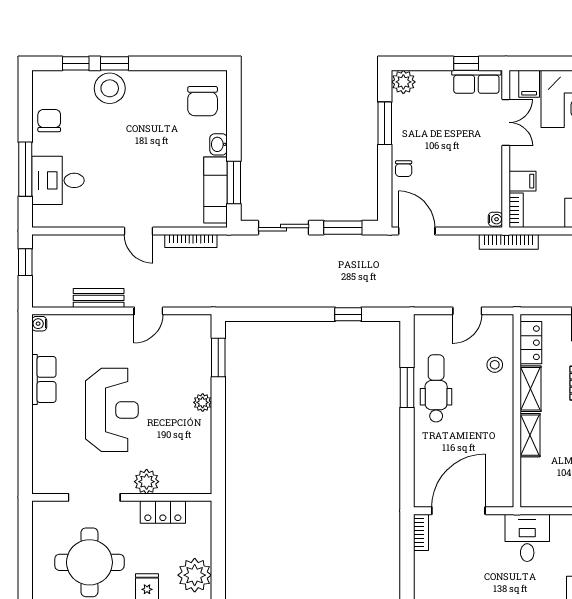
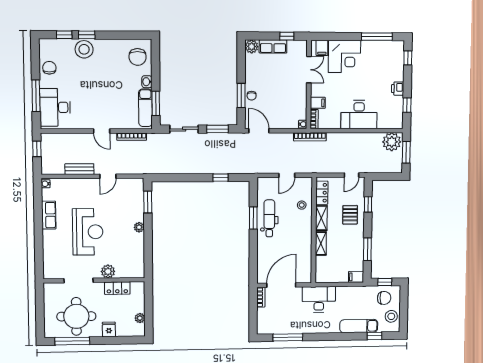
row of seats: (476, 82) -> (273, 46), moved
window: (385, 123) -> (241, 96), moved
desk: (58, 180) -> (55, 107), width x1.37
desk: (527, 538) -> (319, 299), width x1.37
plant: (195, 575) -> (140, 318), width x0.53, depth x0.53

